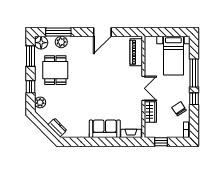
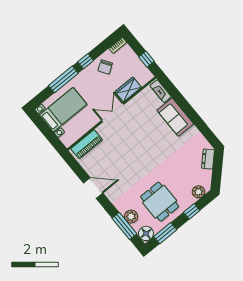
dining table: (55, 70) -> (160, 202), turned 90

